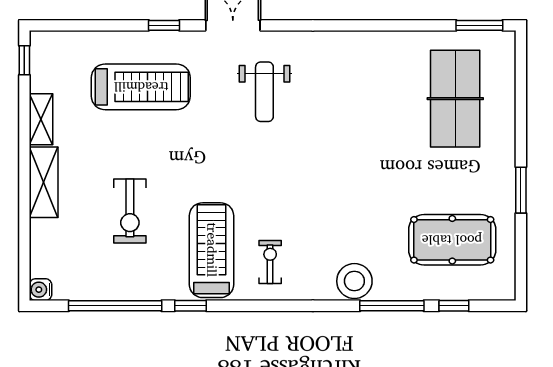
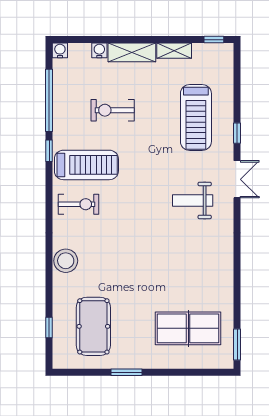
water cooler: (41, 231) -> (99, 50), added
exercise bike: (270, 262) -> (78, 204), width x1.38, depth x1.39
window: (392, 306) -> (49, 286), removed

